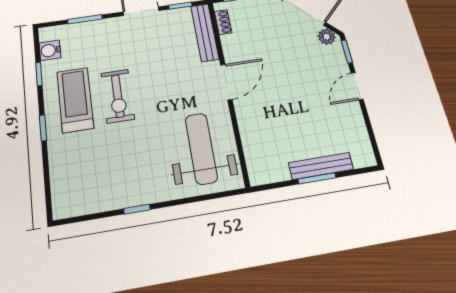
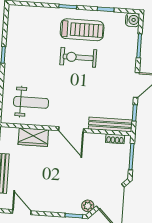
water cooler: (50, 50) -> (133, 20), moved, turned 90
door: (357, 86) -> (22, 212), moved
wardrobe: (253, 133) -> (33, 137), added
weight bench: (201, 148) -> (31, 102), width x0.73, depth x0.75

